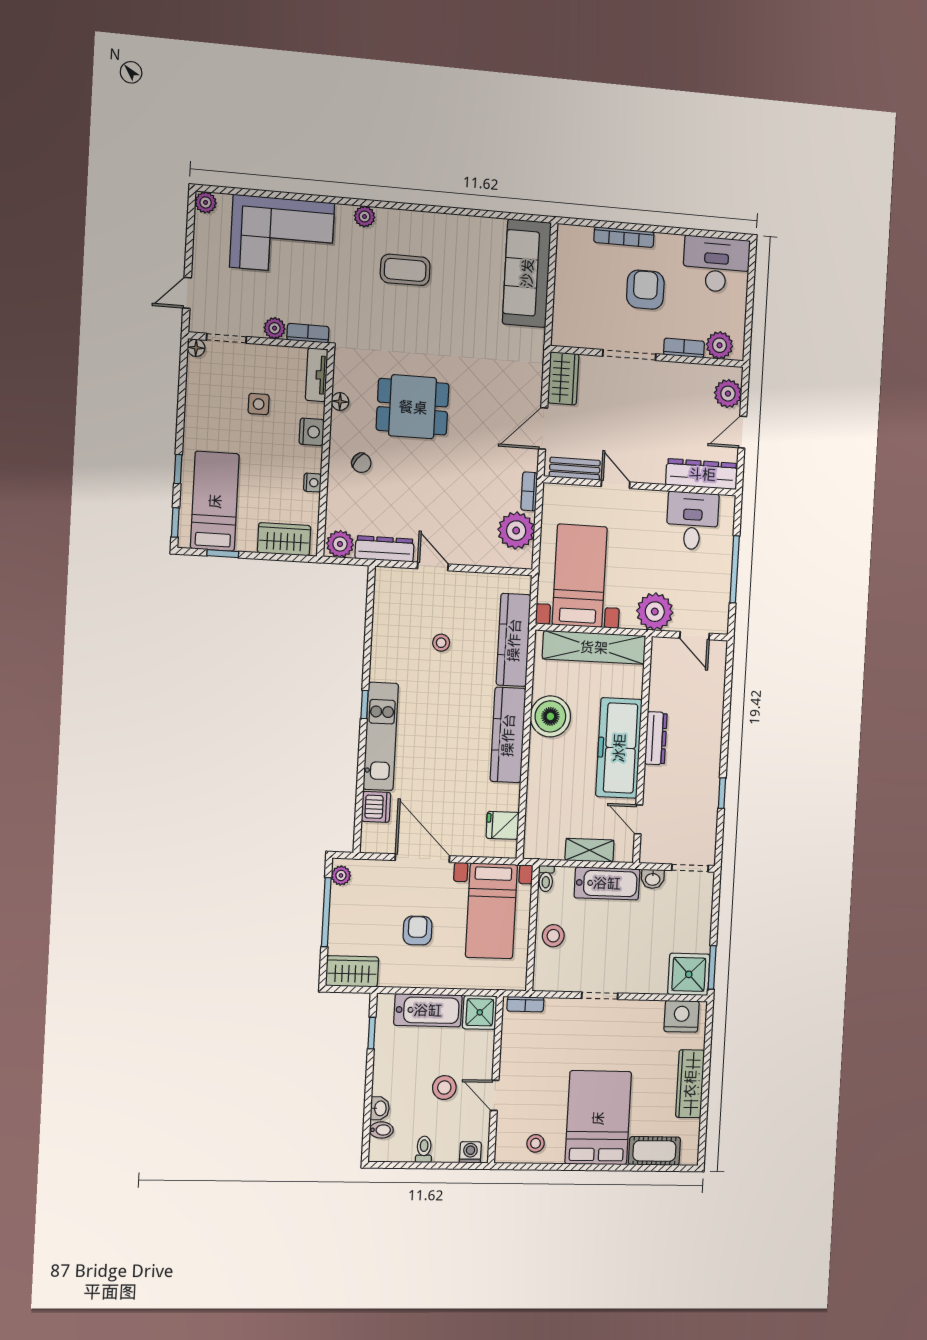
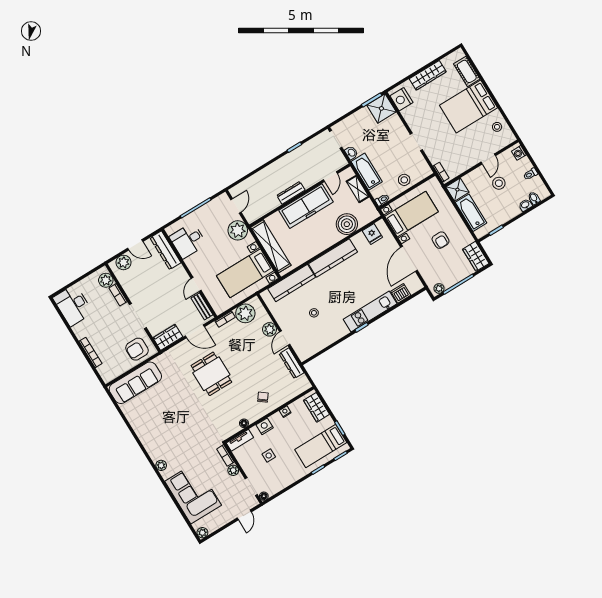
coffee table: (405, 270) -> (171, 434), removed
armchair: (645, 290) -> (137, 349), moved
door: (187, 293) -> (244, 515), hinge flipped
dining table: (413, 407) -> (211, 374), moved
plant: (340, 544) -> (270, 329), moved
boiler: (550, 716) -> (347, 224), moved
armchair: (417, 930) -> (441, 240), turned -90

